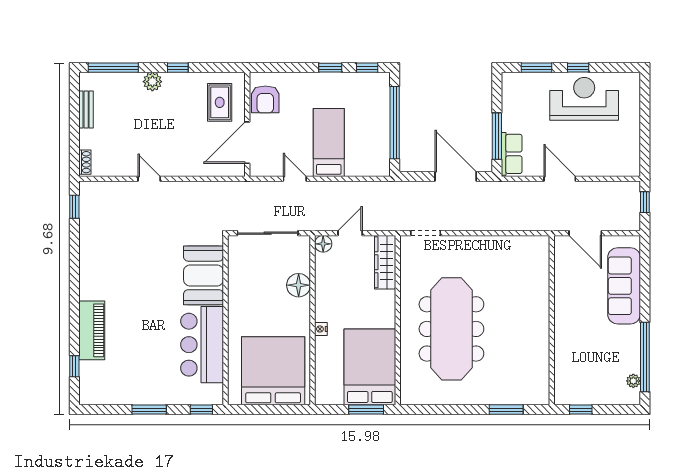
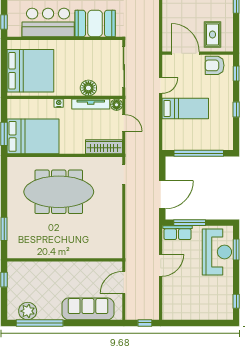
window: (367, 68) -> (236, 74), moved
window: (578, 68) -> (236, 301), moved
reception desk: (584, 99) -> (217, 252), moved
rug: (220, 102) -> (213, 34), turned 90
tv unit: (322, 282) -> (91, 104), added
plant: (633, 381) -> (28, 311), width x1.88, depth x1.88

